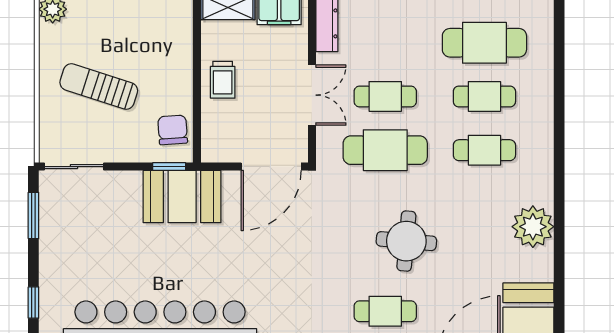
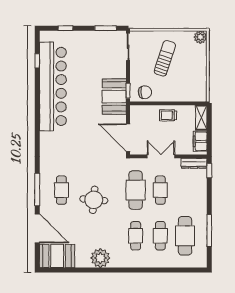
double door: (312, 95) -> (161, 156), swing flipped

